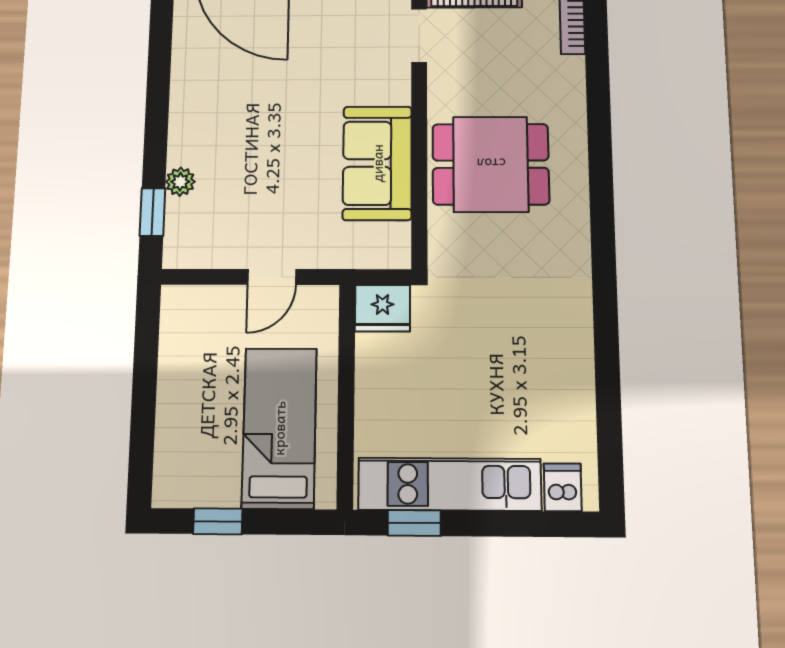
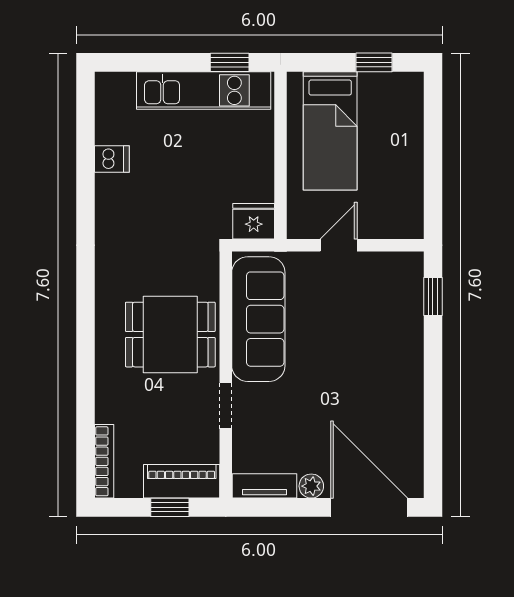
doorway: (419, 36) -> (226, 406), moved
sofa: (377, 163) -> (258, 319), width x1.36
plant: (180, 182) -> (412, 321), removed
dishwasher: (563, 487) -> (112, 159), moved, turned -90

